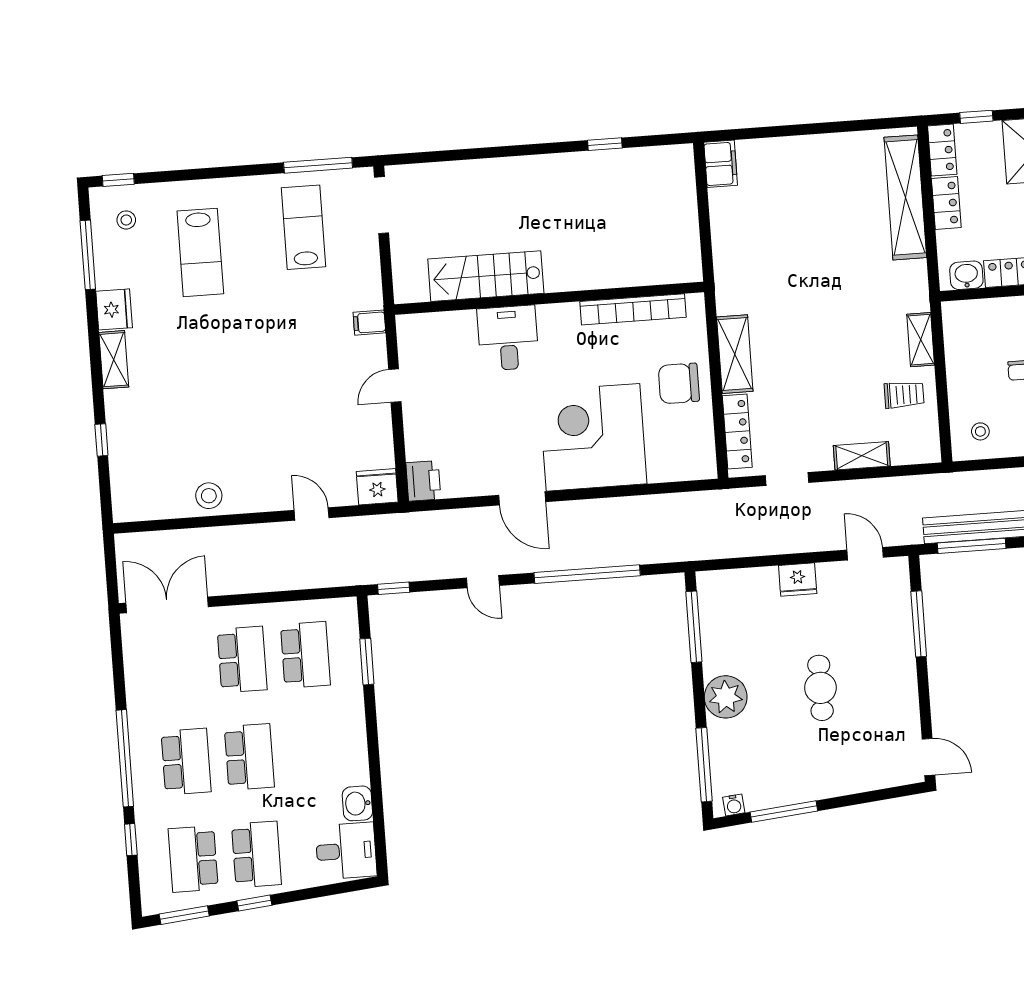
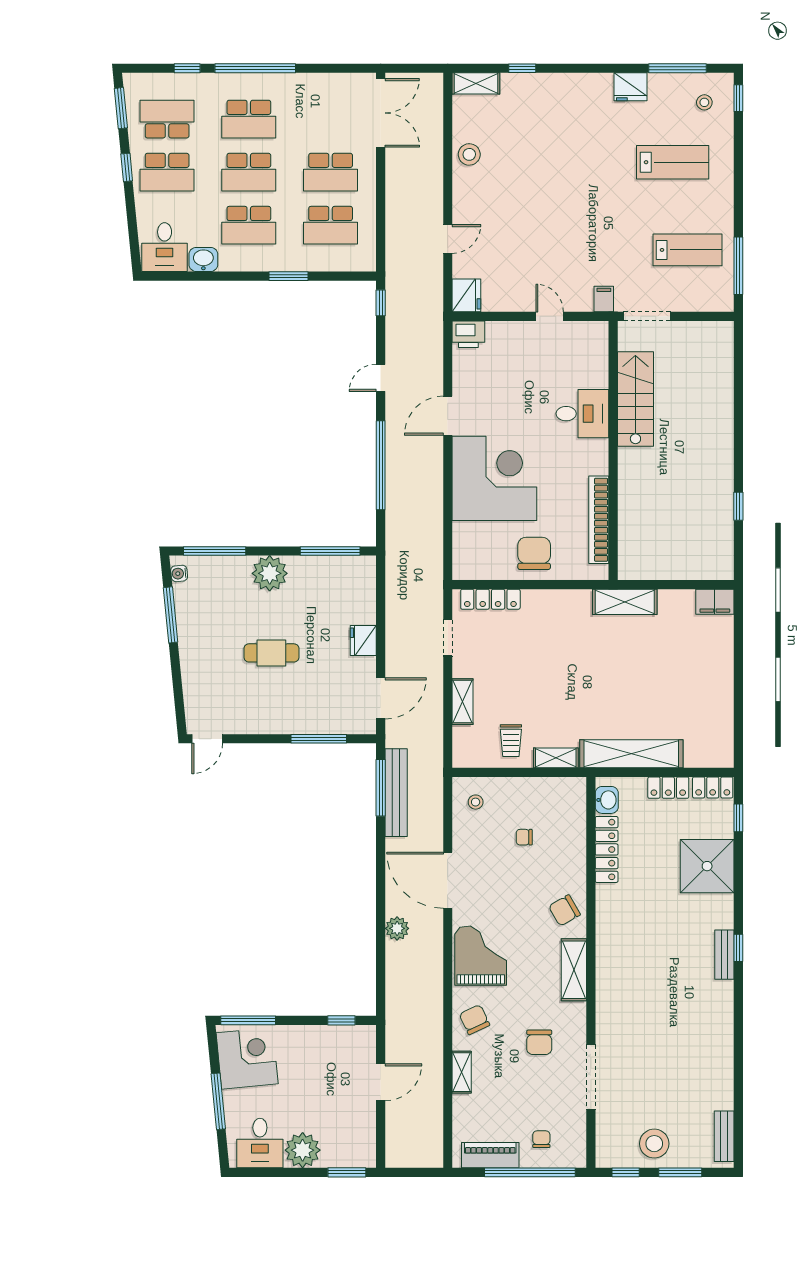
shelving: (905, 197) -> (631, 754), moved
doorway: (382, 205) -> (647, 316), moved
lab bench: (200, 252) -> (673, 162), turned 180
shelving: (735, 354) -> (625, 602), moved
shelving: (114, 360) -> (476, 83), moved
door: (865, 554) -> (381, 698), width x1.38
window: (367, 662) -> (289, 276), moved
school desk: (313, 752) -> (249, 225), added

